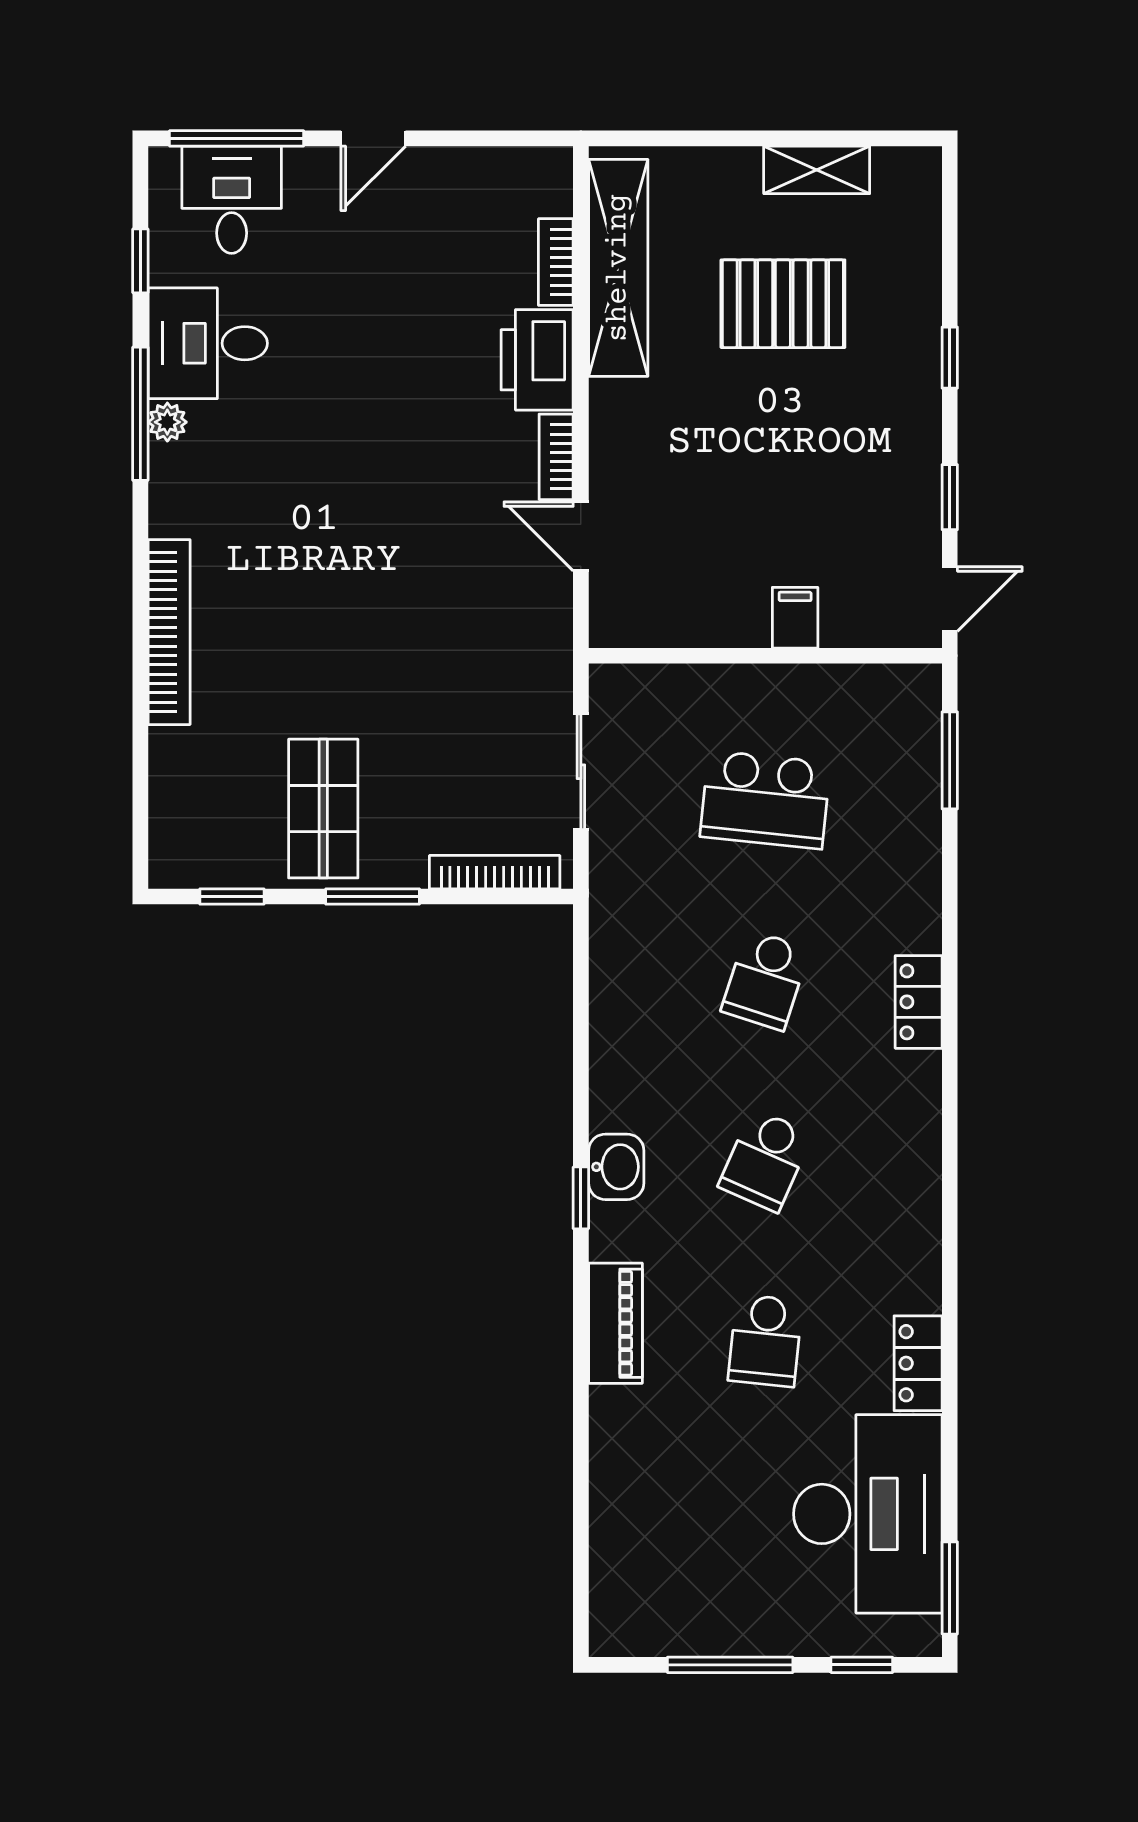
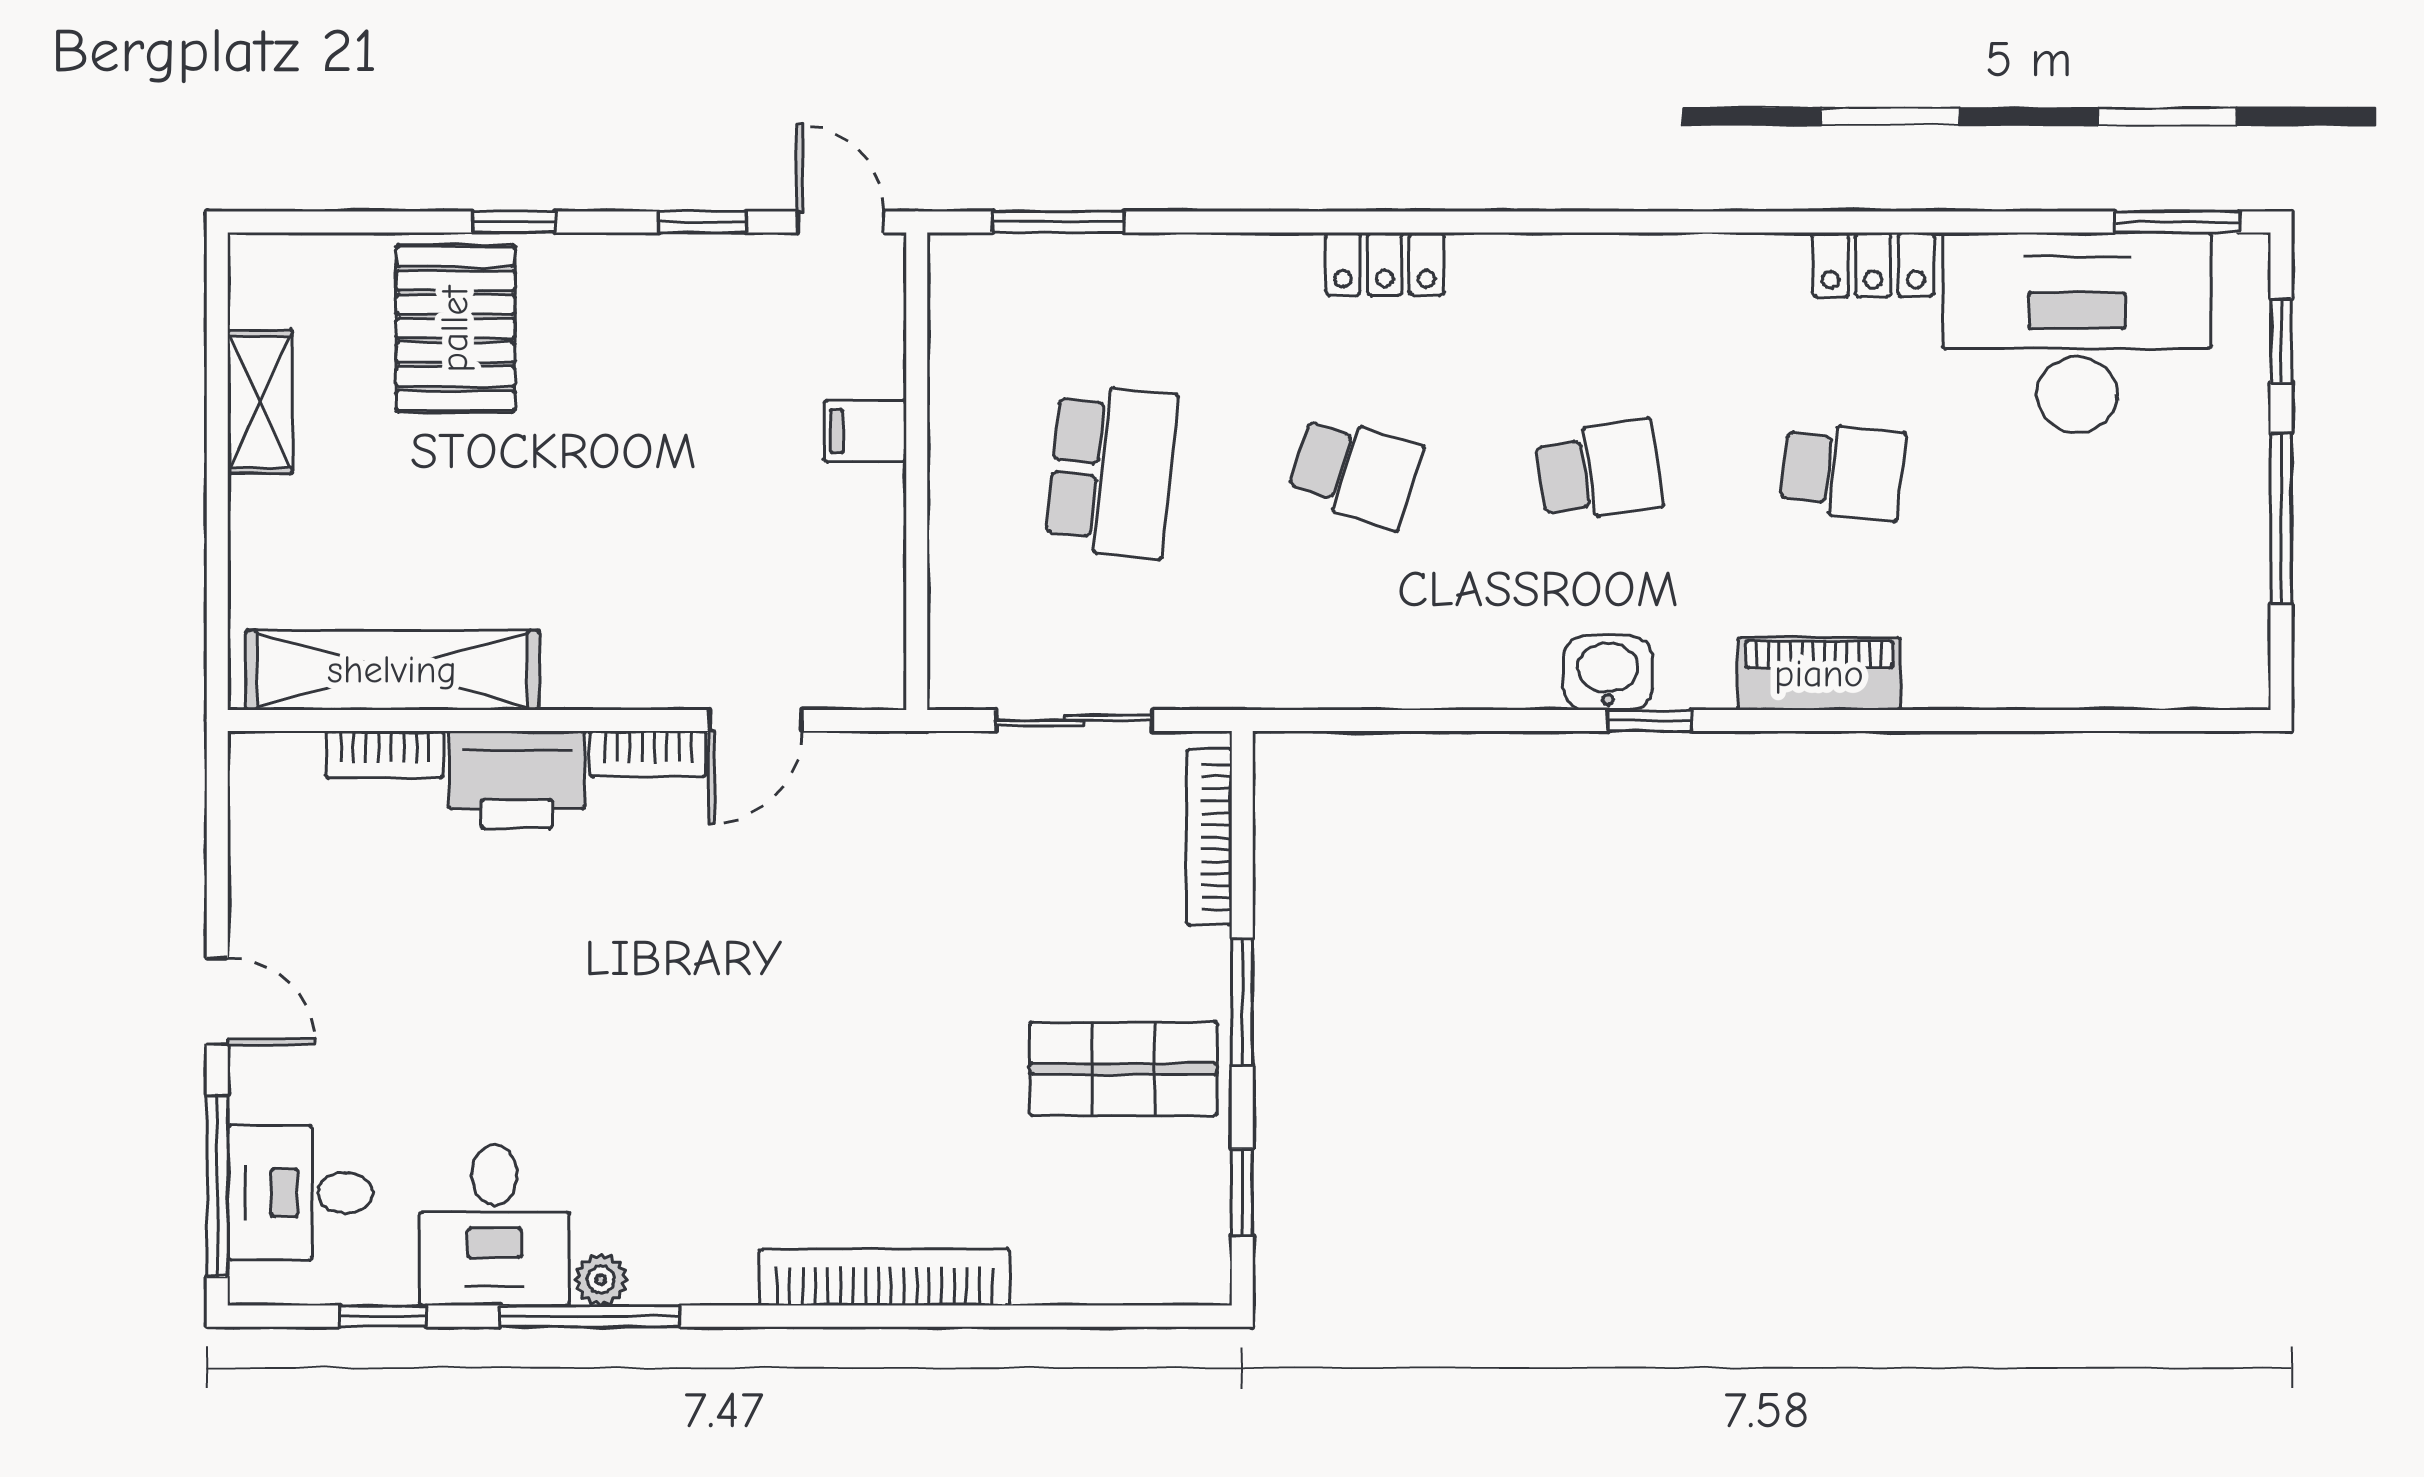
pallet: (783, 304) -> (455, 329), moved
school desk: (765, 1160) -> (1599, 471), turned -33

